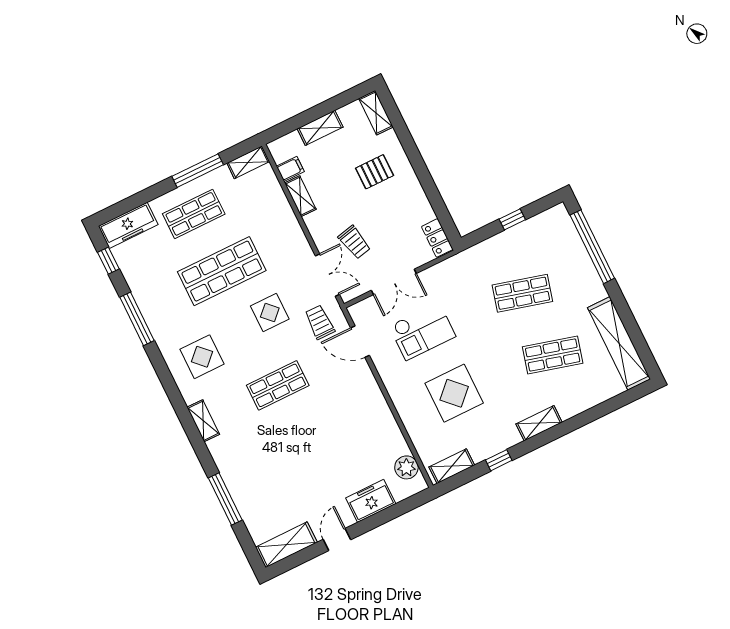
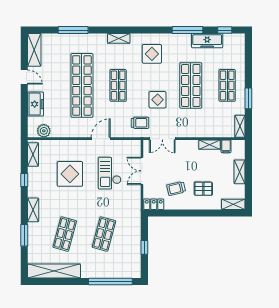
window: (198, 171) -> (248, 98), width x0.69
pallet: (375, 172) -> (203, 189), turned 90
freezer: (128, 225) -> (207, 41), moved, turned -90
trolley: (354, 242) -> (176, 188), moved
door: (360, 342) -> (101, 139), moved
window: (586, 418) -> (24, 235), added
shop shelf: (306, 442) -> (82, 85), added

